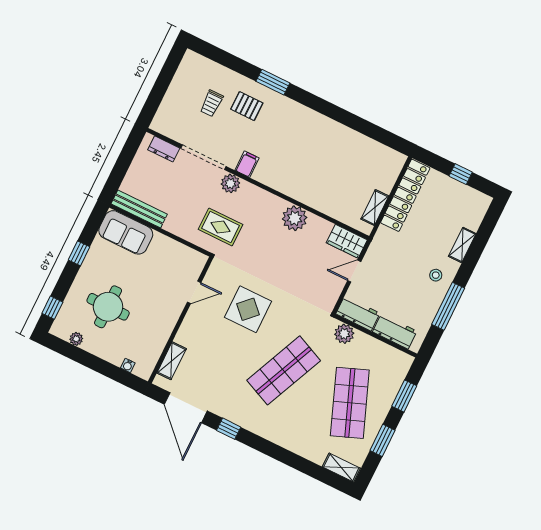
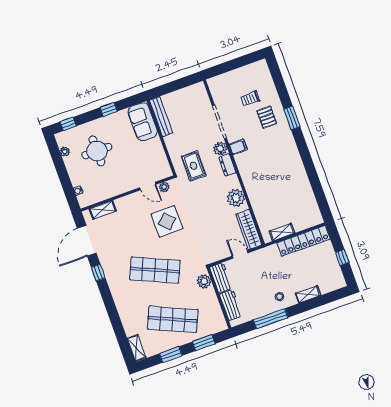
dresser: (164, 149) -> (227, 165), moved
wardrobe: (347, 241) -> (249, 230), width x1.50
plant: (211, 277) -> (164, 187), added
shop shelf: (350, 403) -> (173, 319), turned 45

